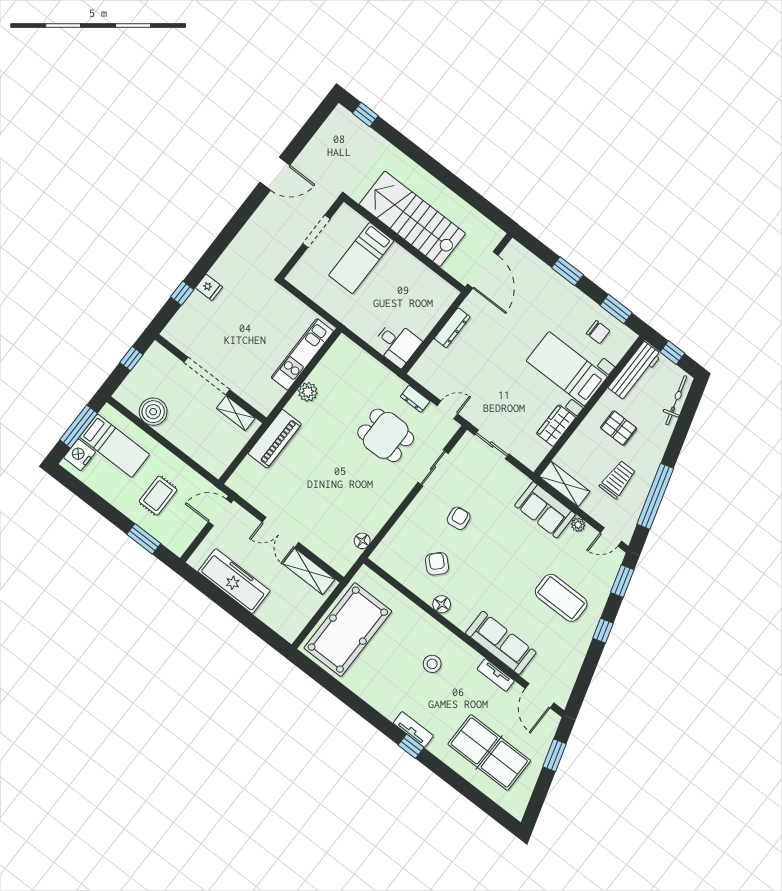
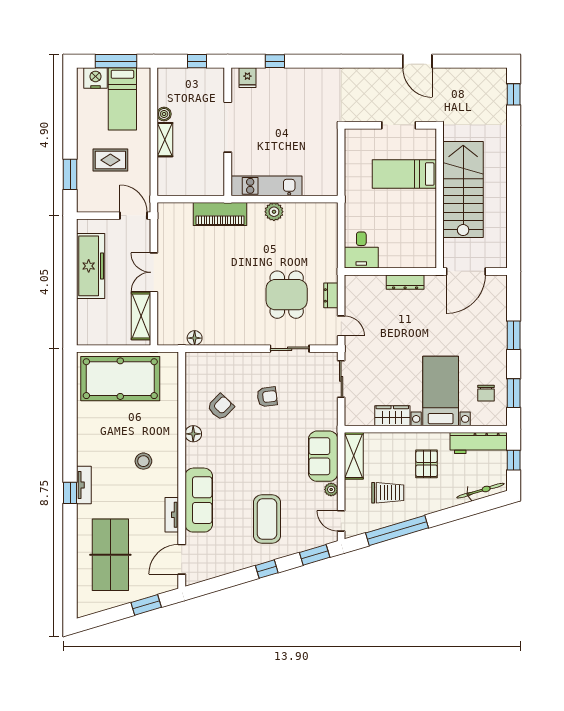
fridge: (209, 287) -> (247, 78), moved
kitchen unit: (302, 354) -> (266, 186), moved
boiler: (153, 412) -> (164, 114), width x0.54, depth x0.54
shelving: (236, 413) -> (165, 140), moved

